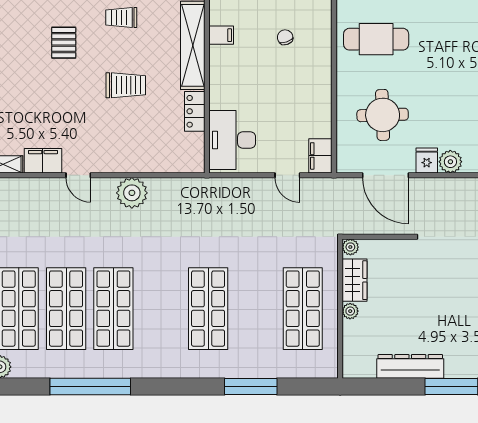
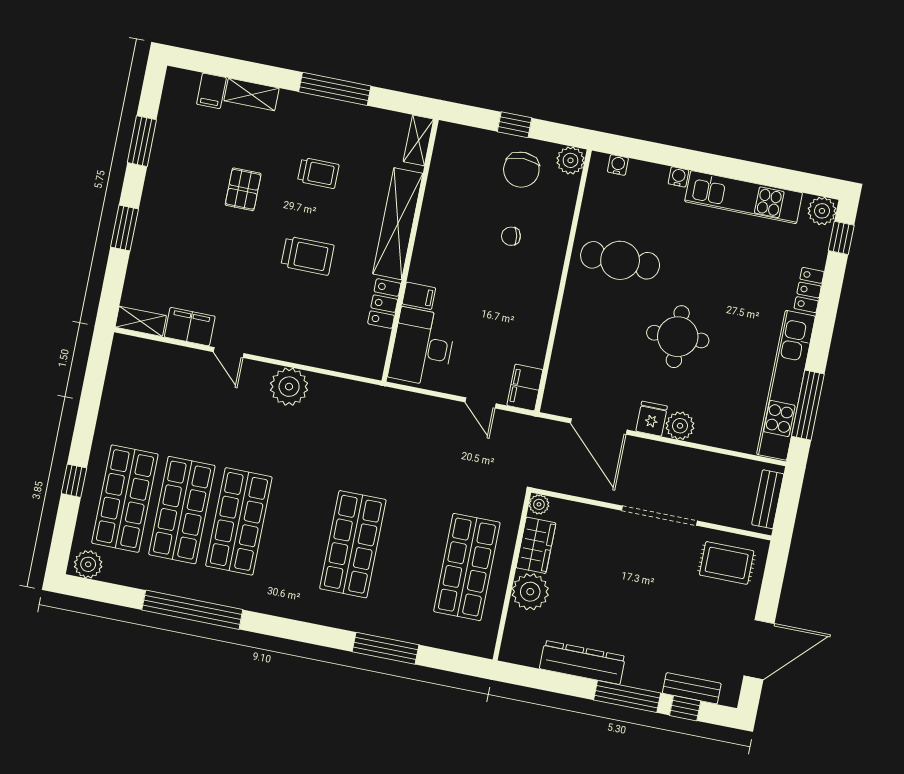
trolley: (121, 18) -> (318, 173), turned 180
filing cabinet: (221, 35) -> (419, 296), moved
chair: (285, 37) -> (511, 236), turned -82
round table: (383, 115) -> (678, 337), moved
plant: (350, 311) -> (530, 592), width x1.88, depth x1.88

